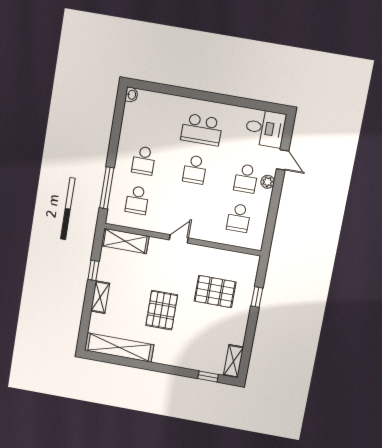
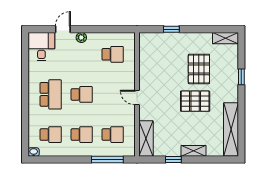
school desk: (246, 178) -> (51, 135), moved
pallet: (215, 291) -> (199, 69), moved
window: (208, 376) -> (241, 77), moved

